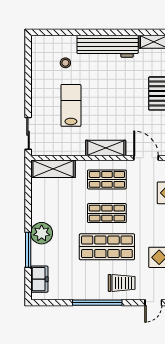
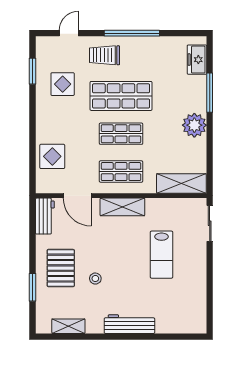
workbench: (108, 46) -> (129, 324), width x0.73, depth x0.76
stool: (65, 63) -> (95, 279), moved
plant: (42, 233) -> (194, 125), moved

